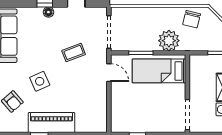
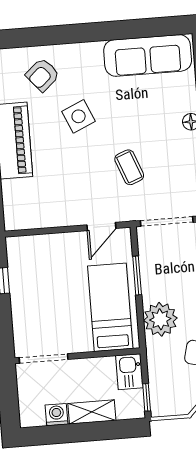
kitchen sink: (200, 62) -> (129, 372), added

